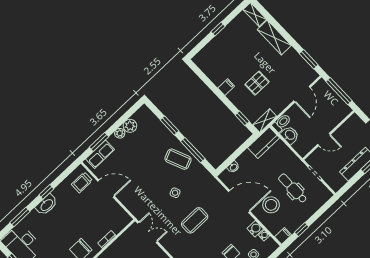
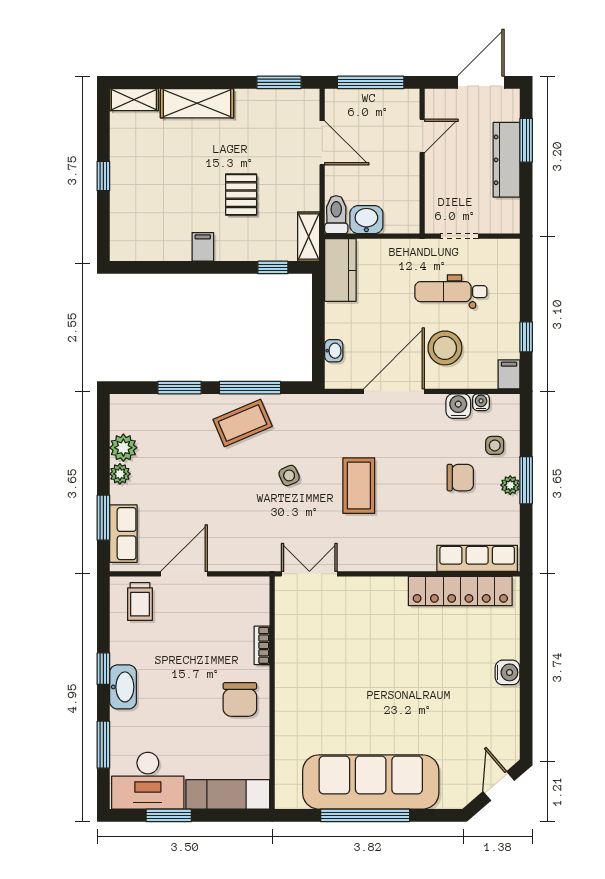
door: (324, 140) -> (422, 136), moved

